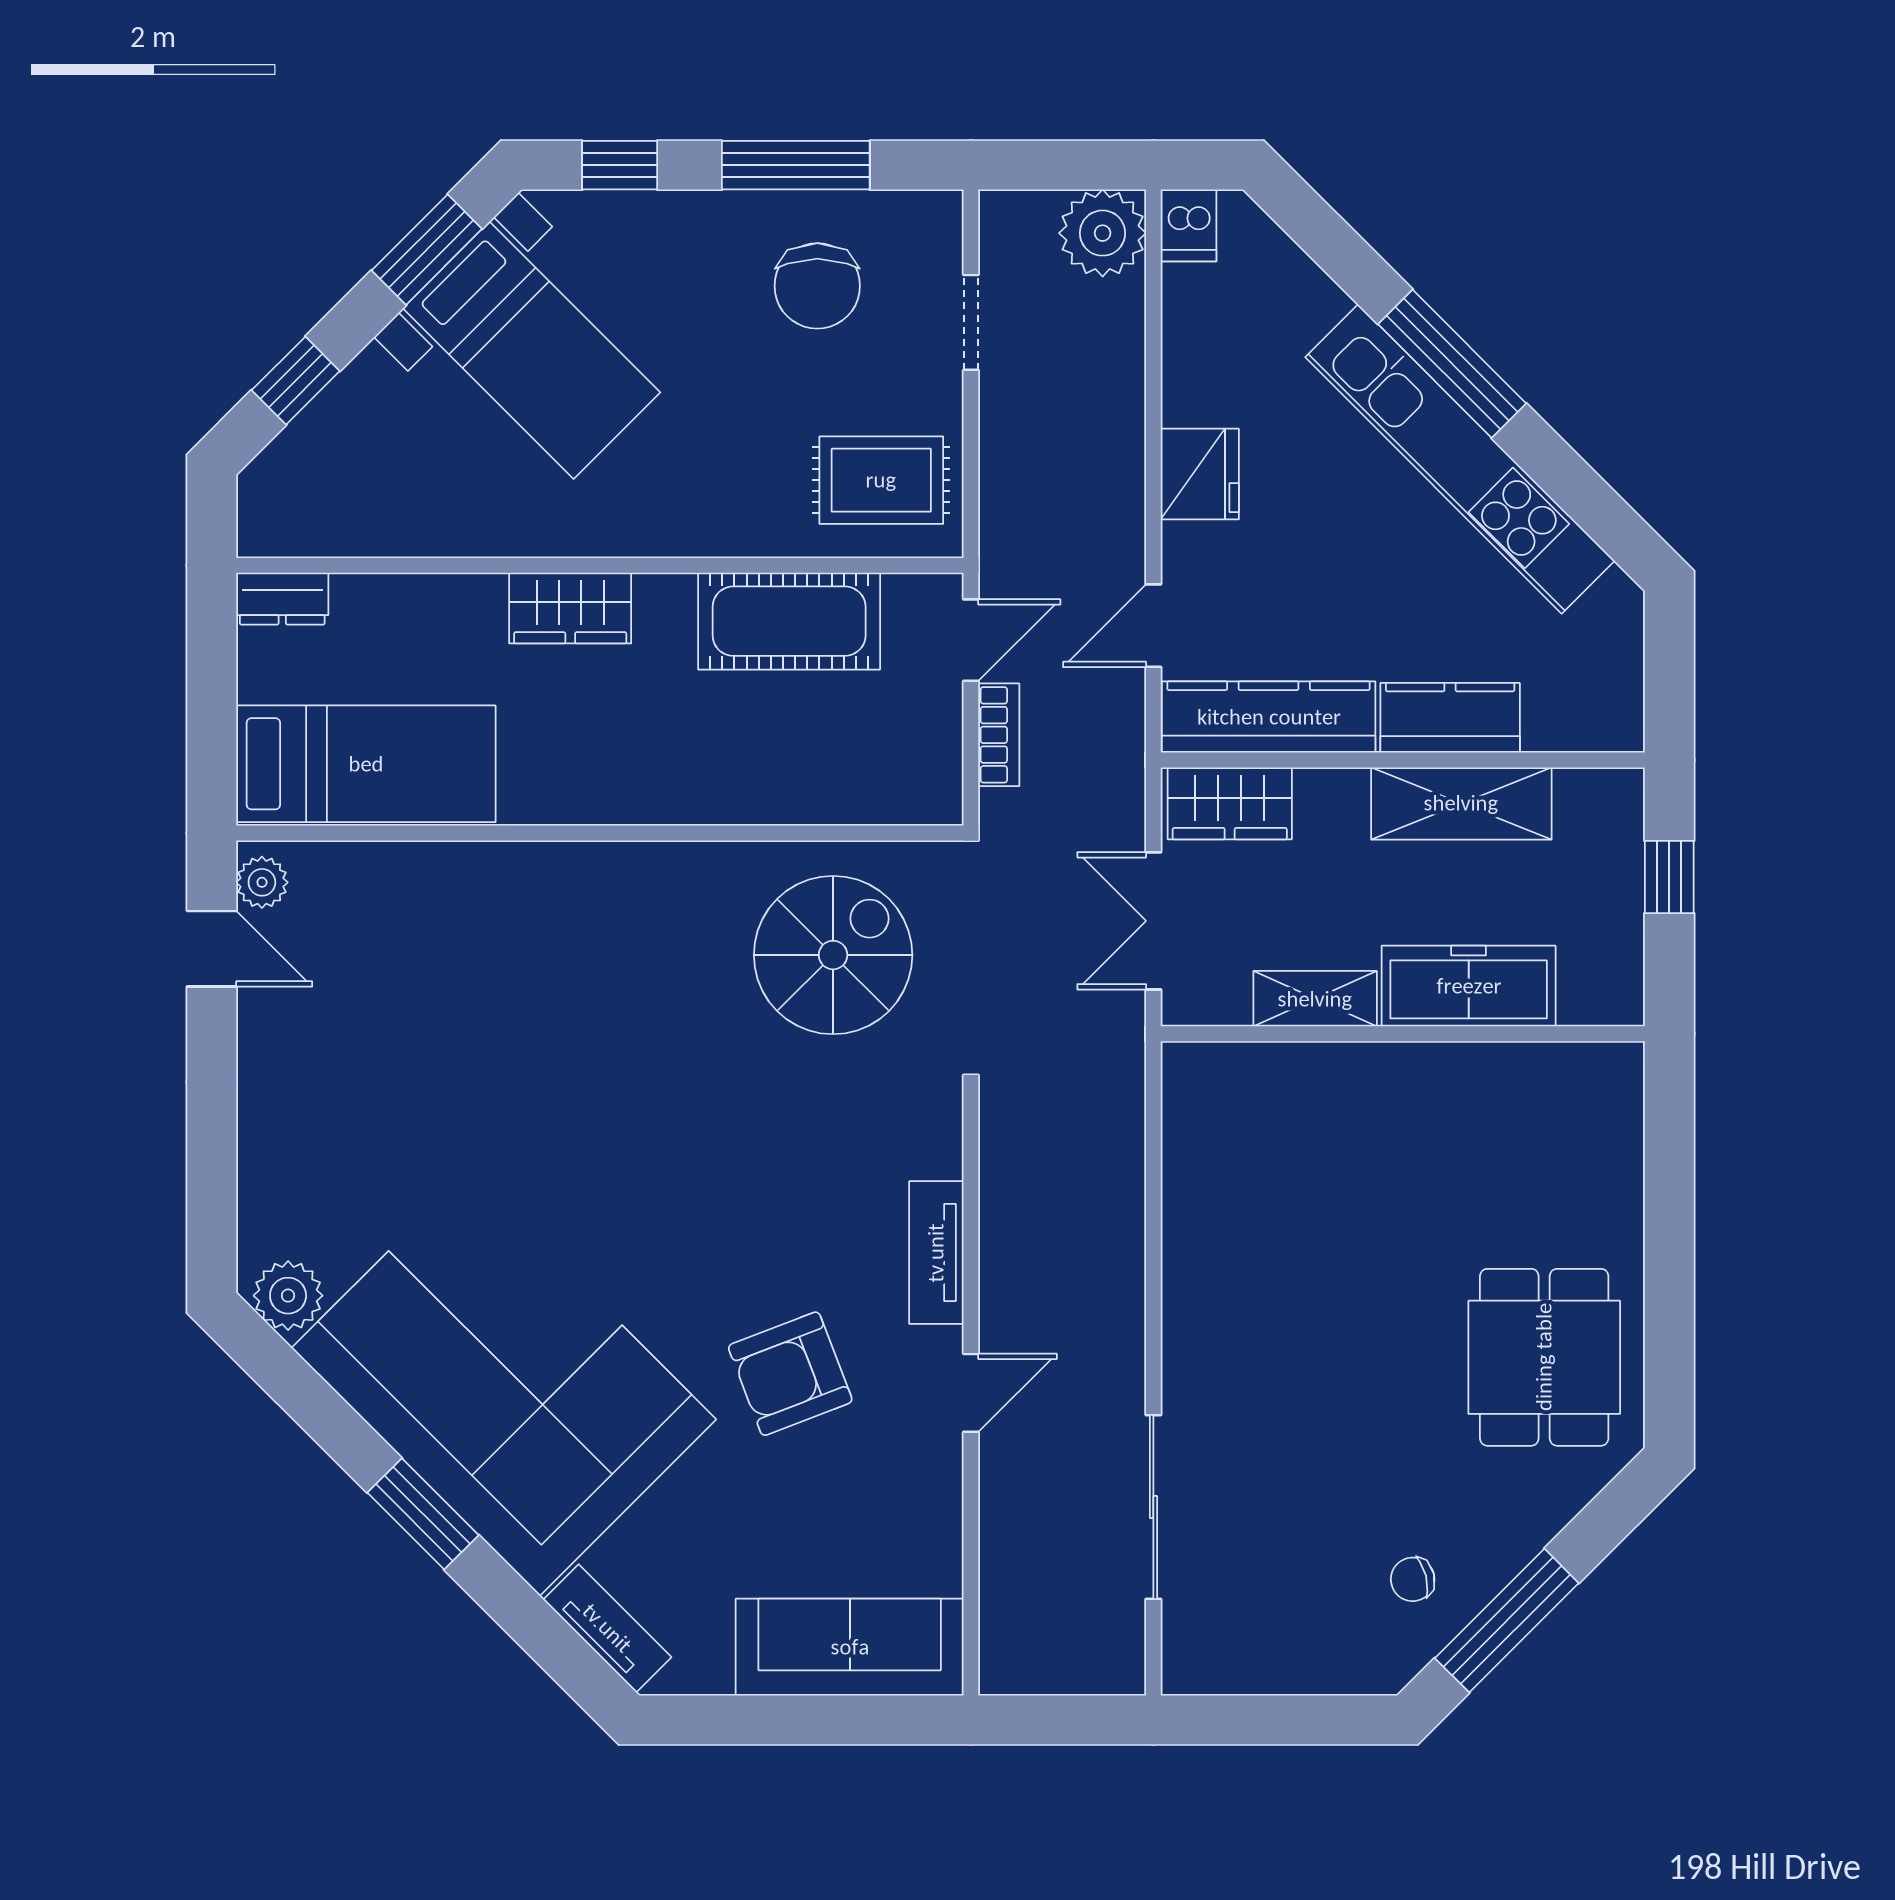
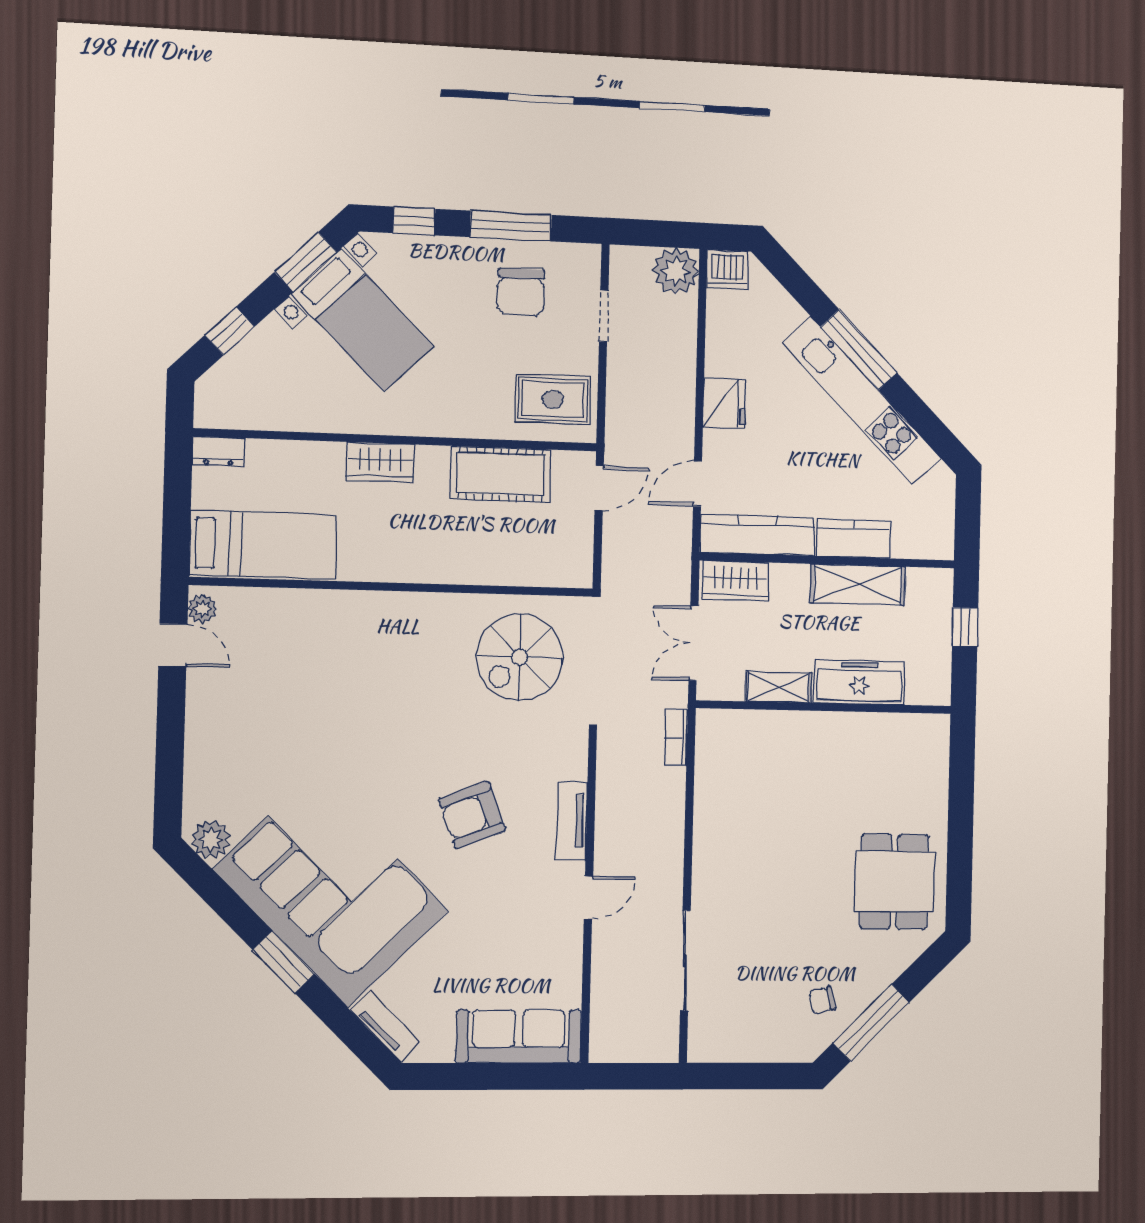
dishwasher: (1189, 225) -> (727, 270), width x1.38
bookcase: (999, 735) -> (676, 737), moved, turned 180
spiral stairs: (833, 955) -> (520, 657), turned 180
armchair: (790, 1374) -> (472, 815), moved

